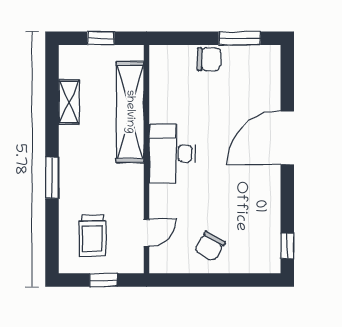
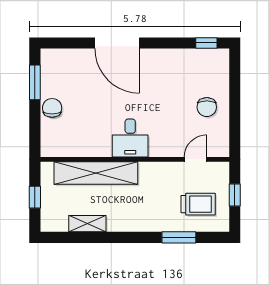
desk: (172, 154) -> (130, 138), width x0.73
window: (52, 178) -> (179, 237), moved
door: (147, 233) -> (195, 159), hinge flipped
chair: (210, 246) -> (207, 107), turned 59

